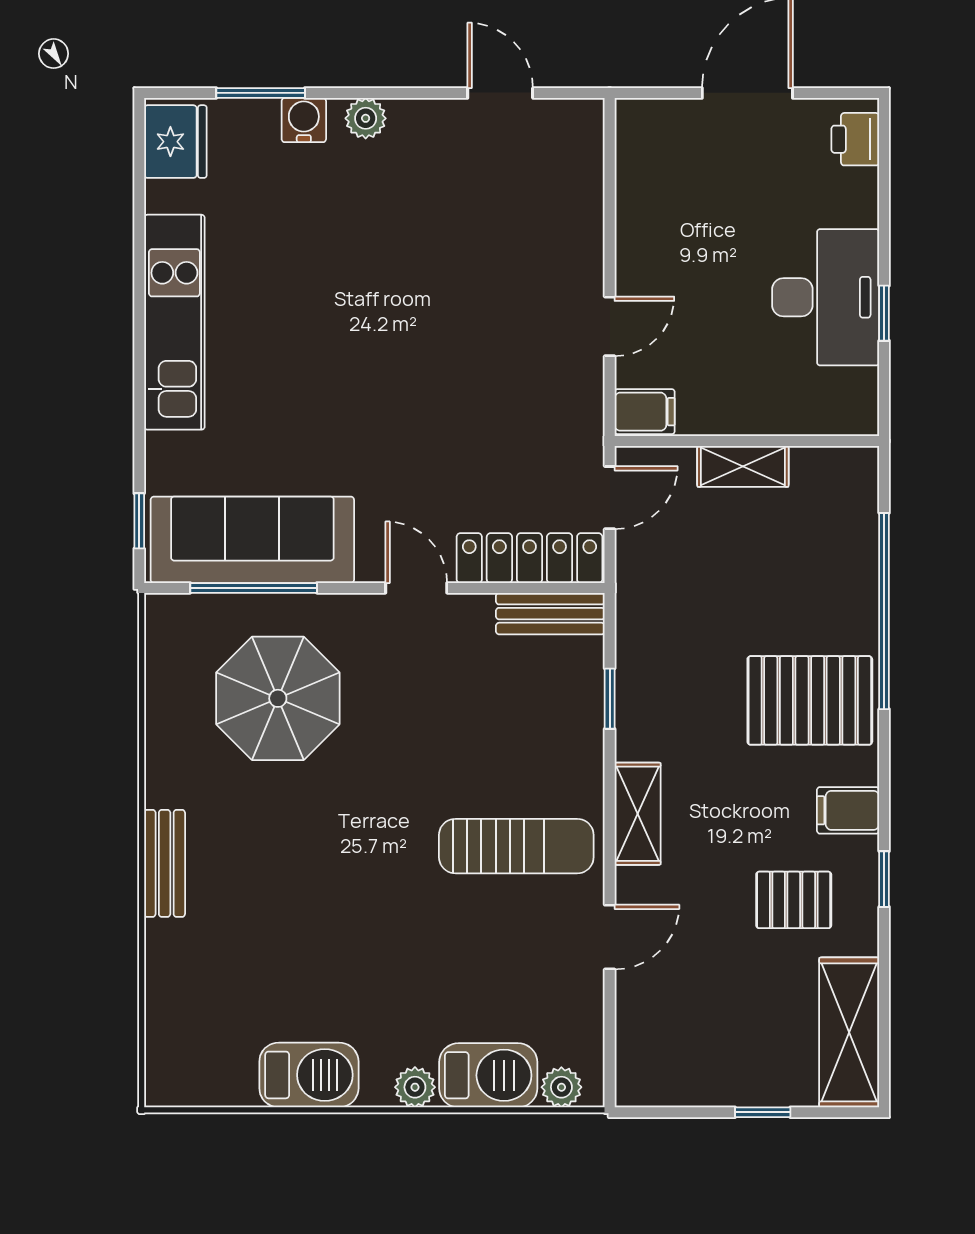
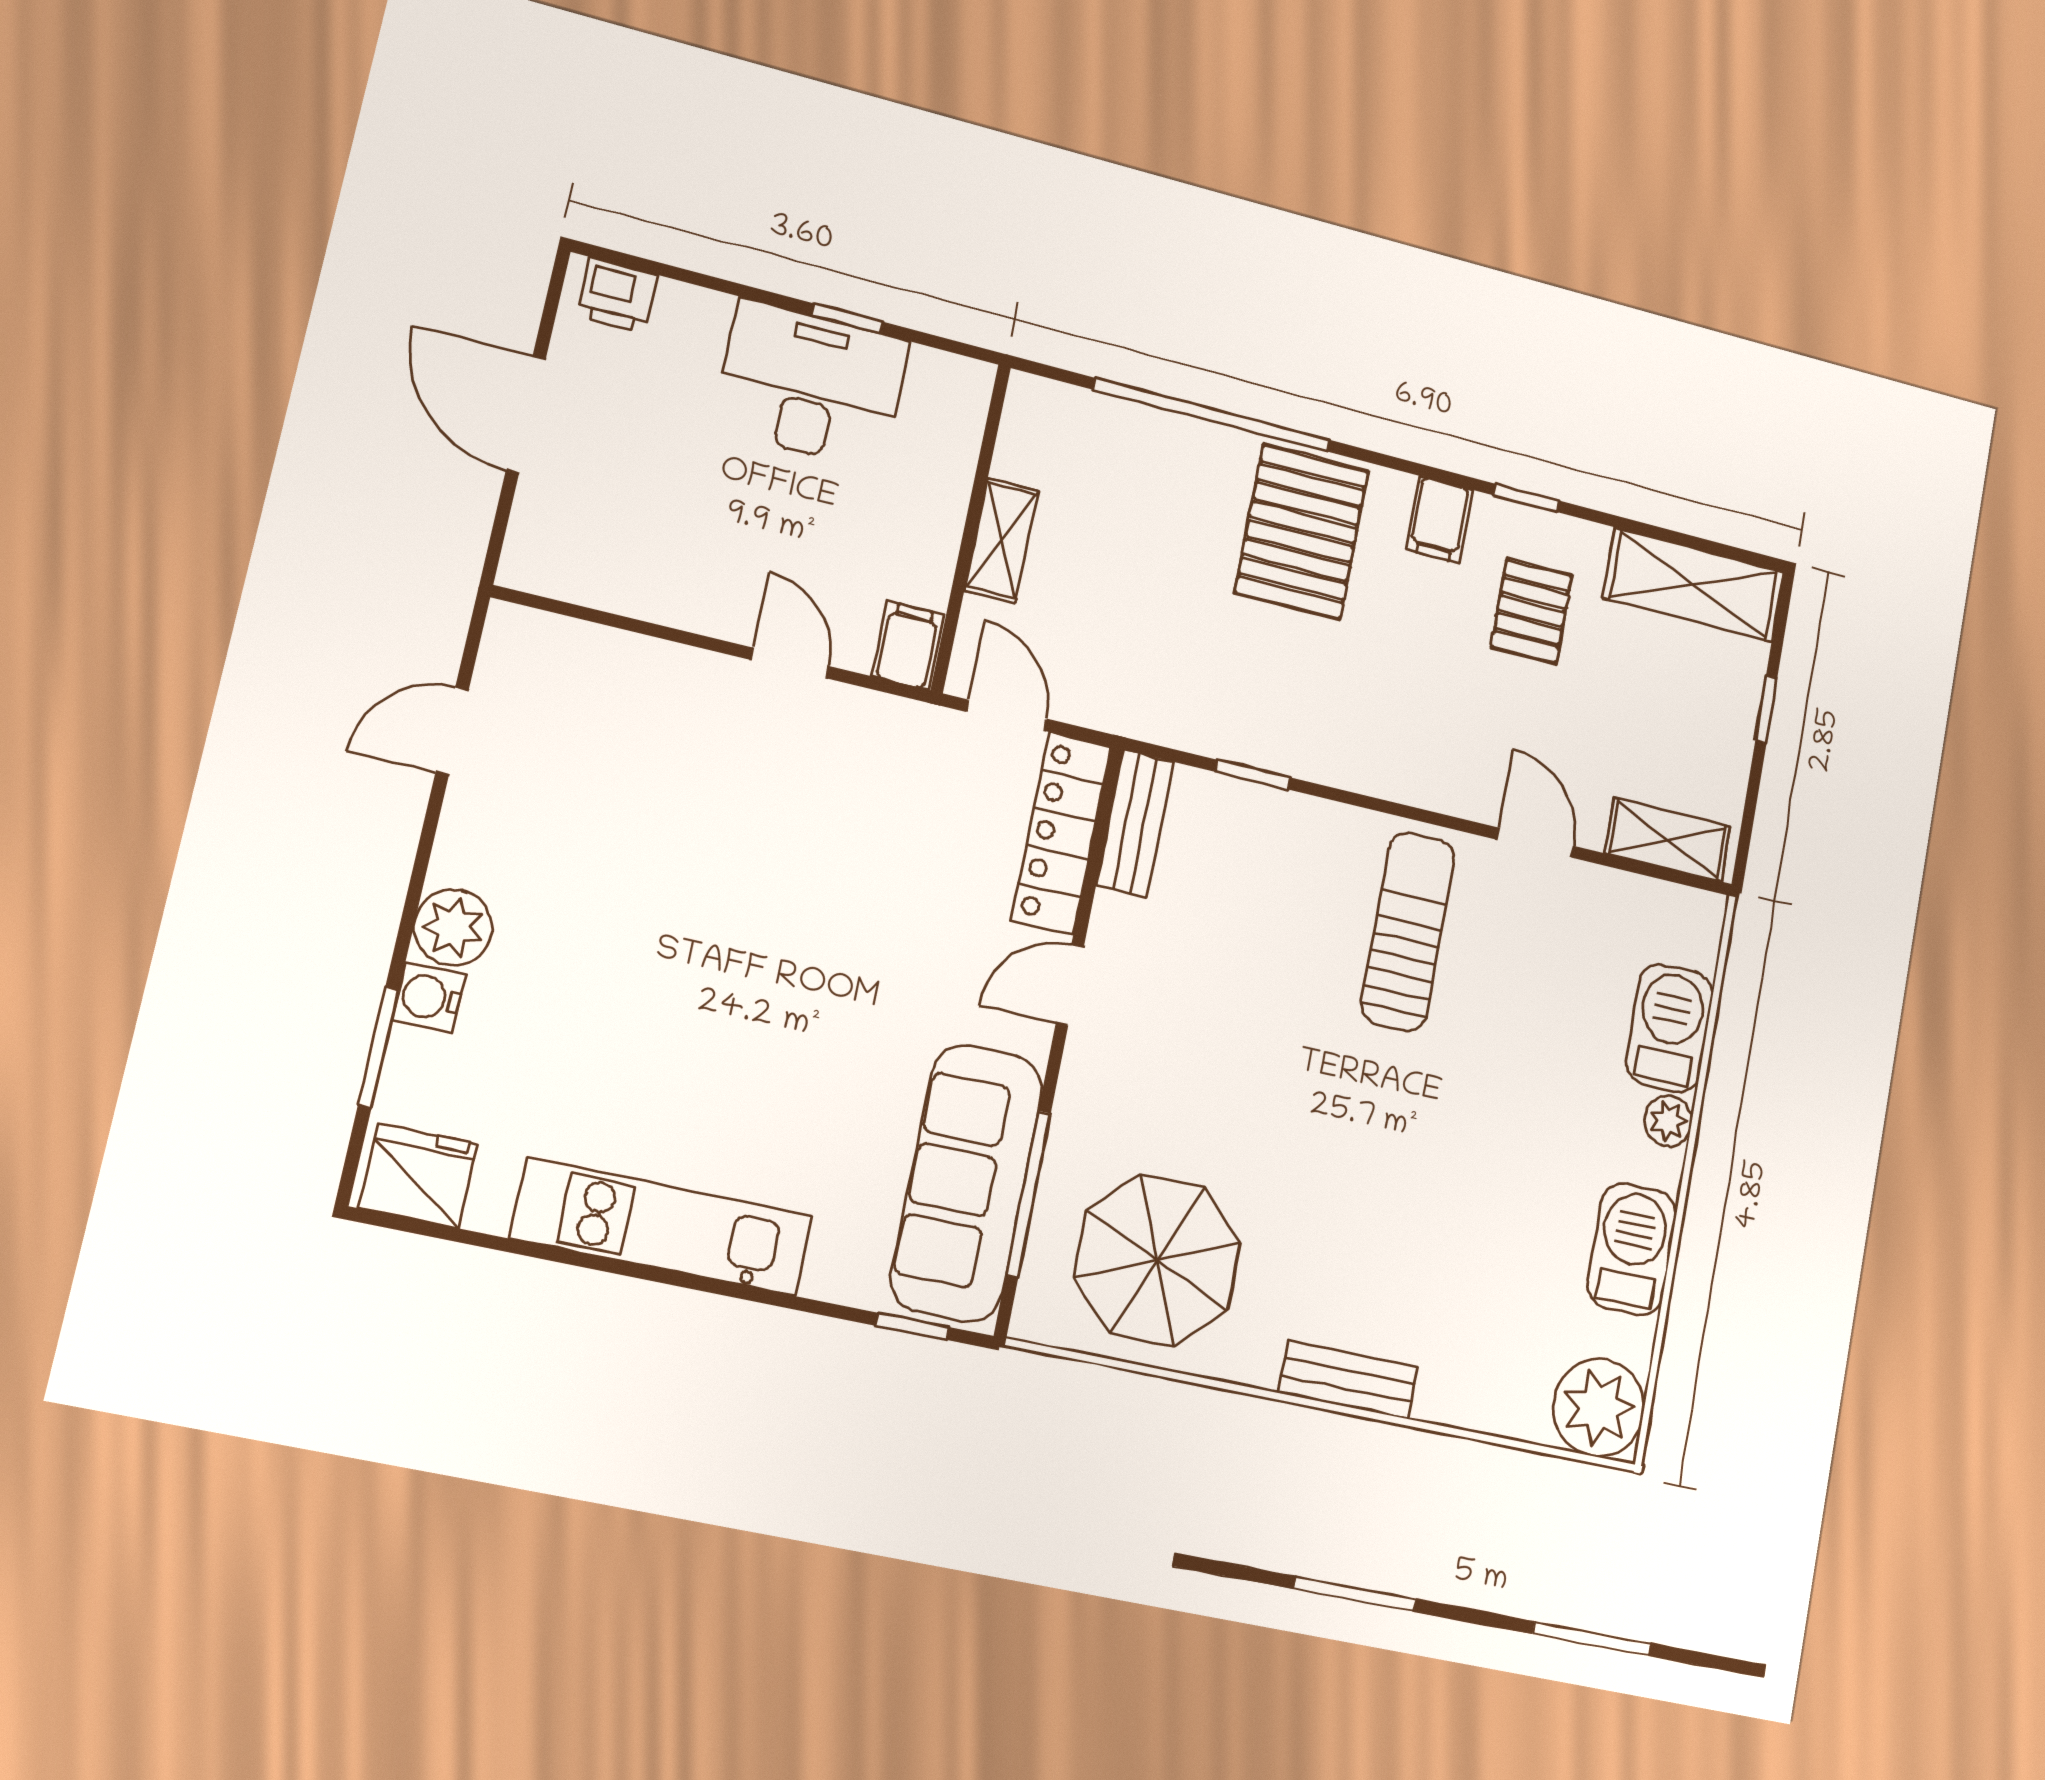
plant: (366, 118) -> (453, 927), width x1.38, depth x1.38
parasol: (278, 698) -> (1157, 1260), moved
shelving: (638, 814) -> (1668, 840), moved
plant: (561, 1087) -> (1599, 1408), moved, width x1.88, depth x1.88

